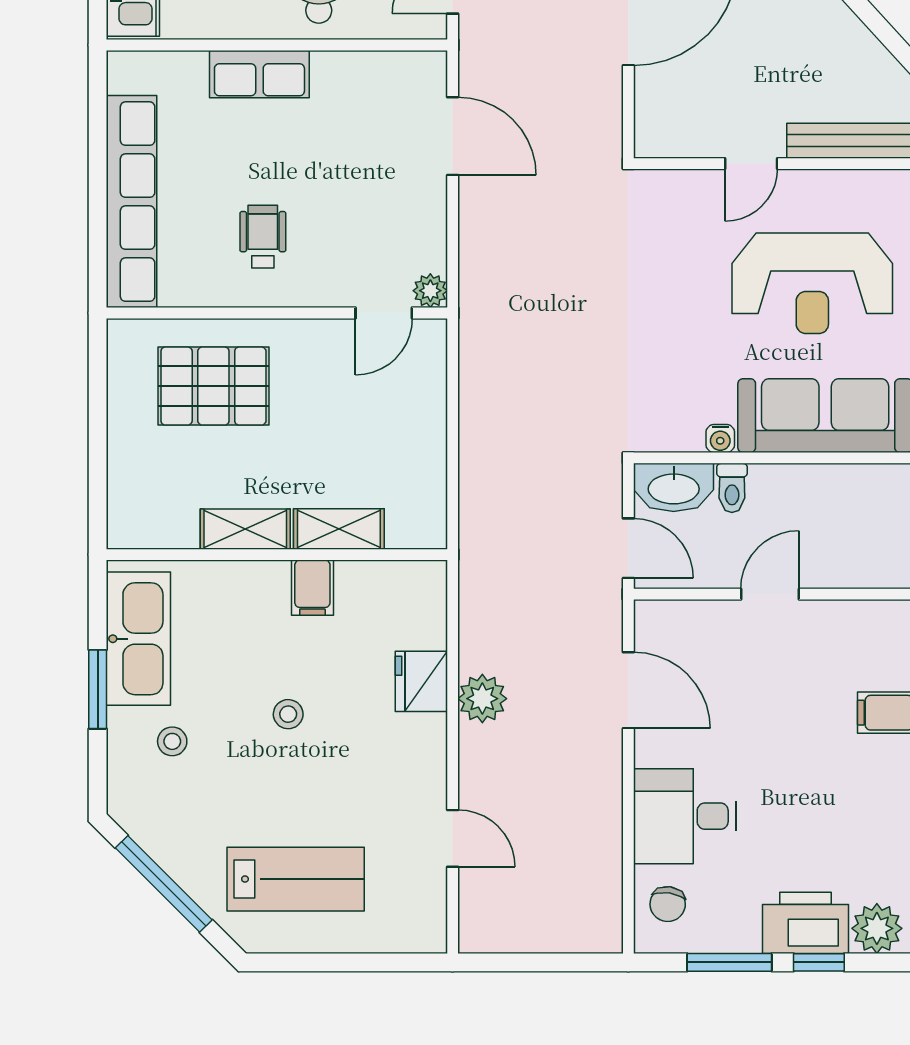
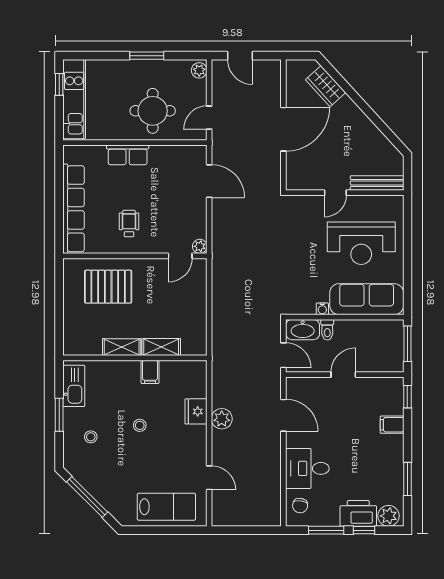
kitchen sink: (138, 639) -> (74, 386), width x0.73, depth x0.81
lab bench: (296, 879) -> (166, 507), moved

